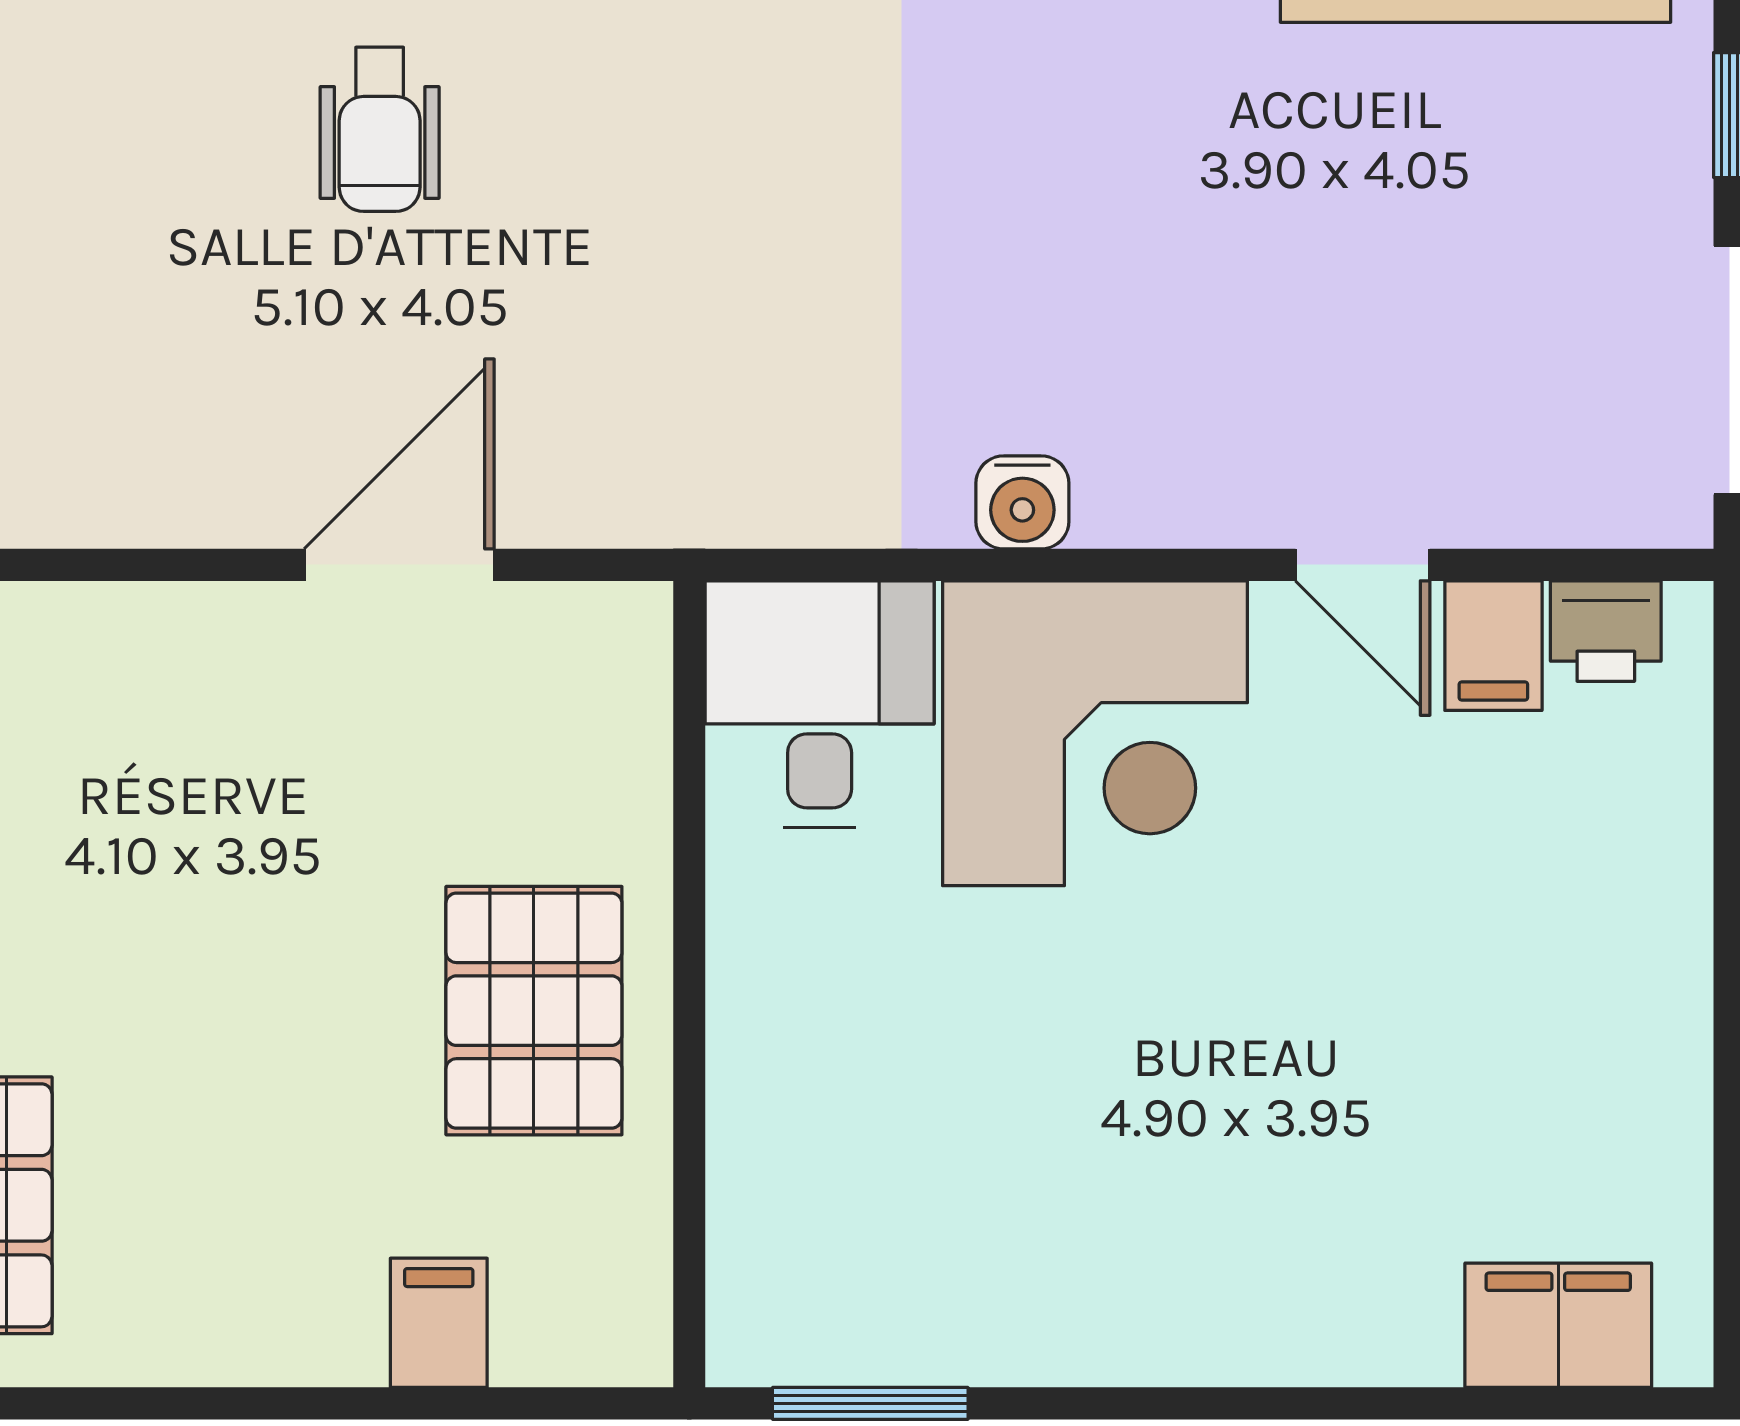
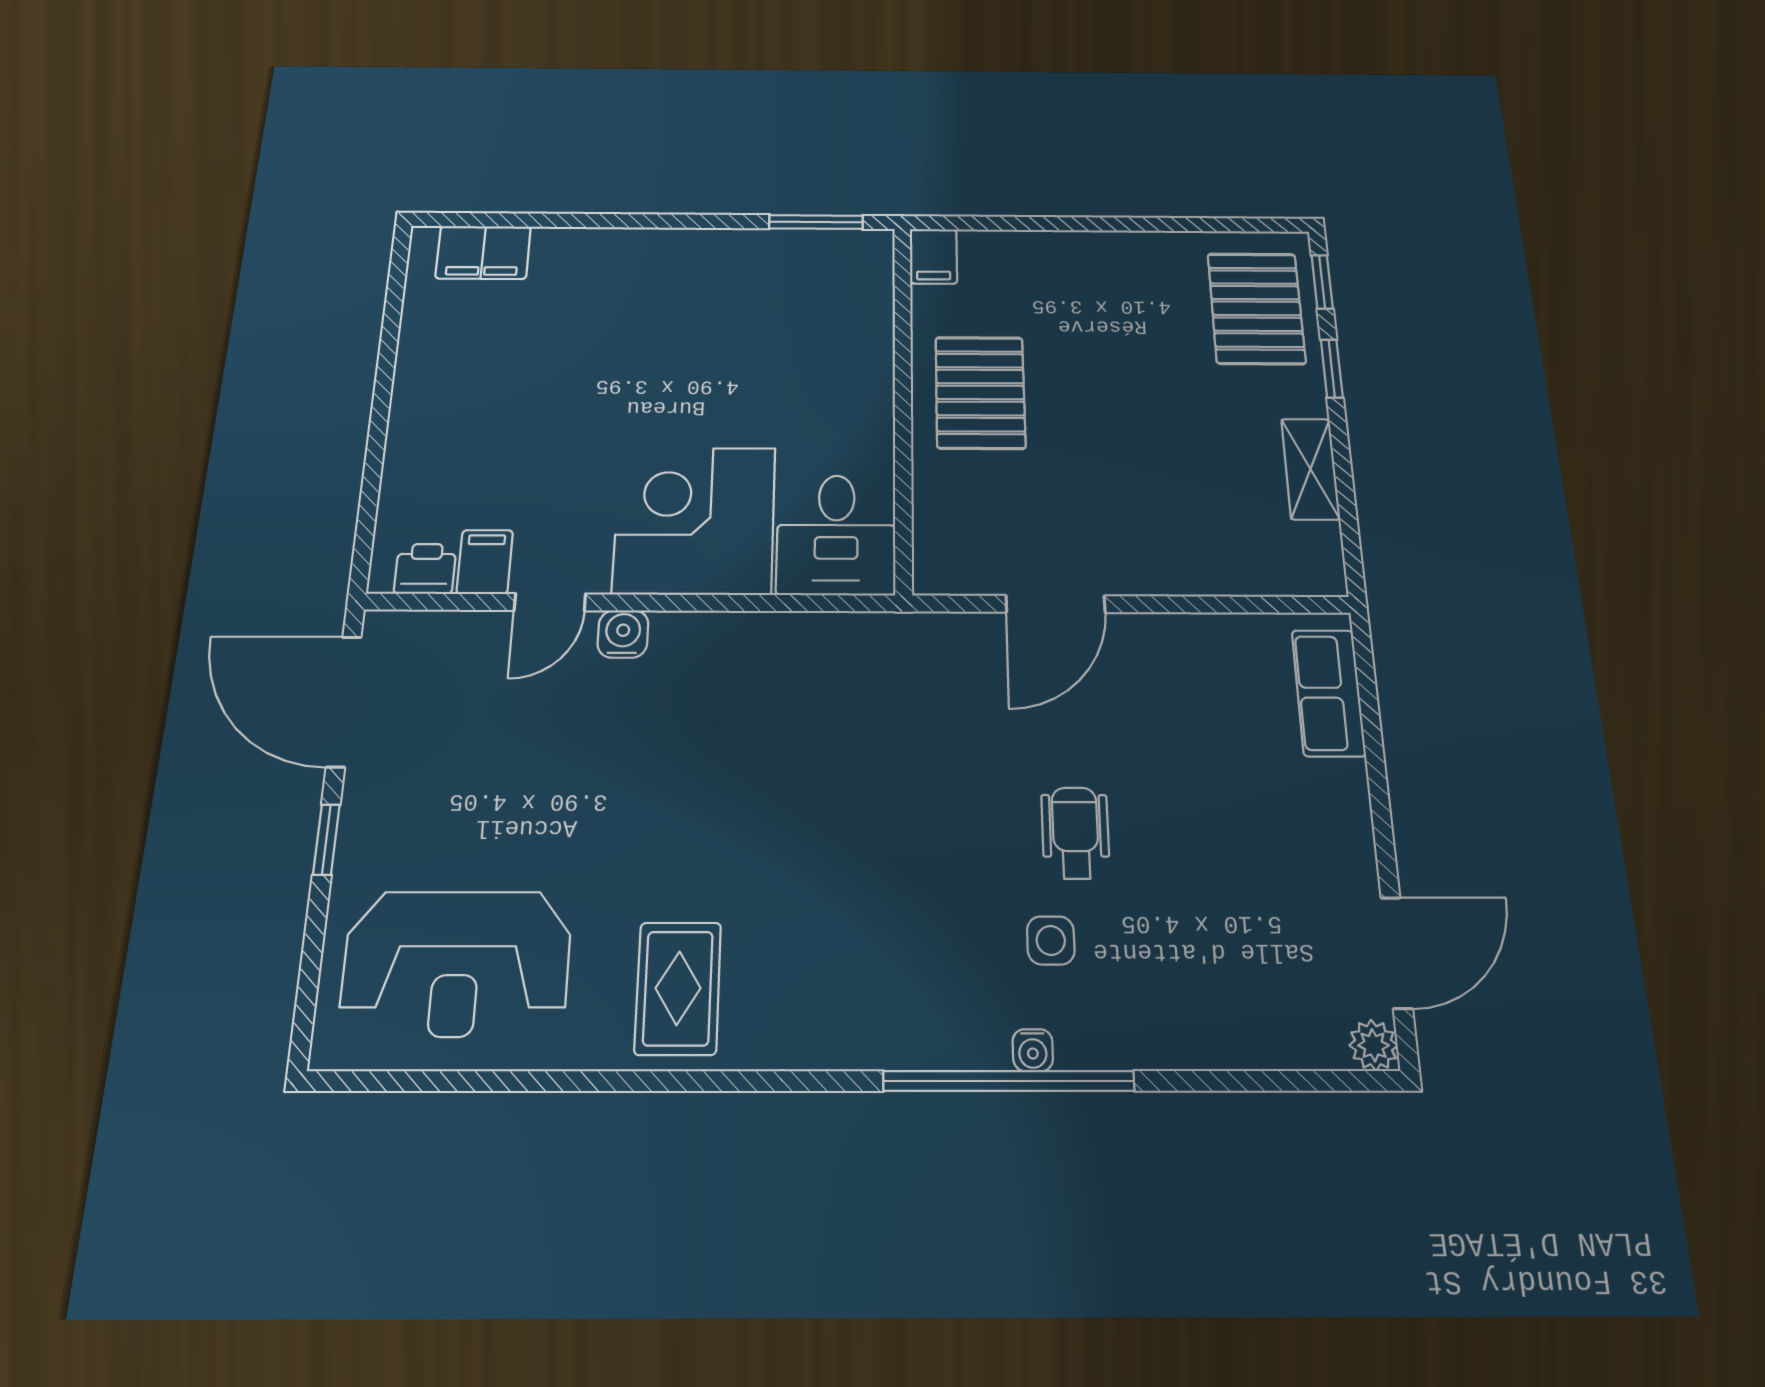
water cooler: (1022, 502) -> (623, 634), moved
door: (1363, 565) -> (550, 602), swing flipped
filing cabinet: (439, 1323) -> (933, 256), moved

